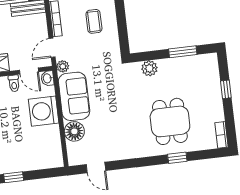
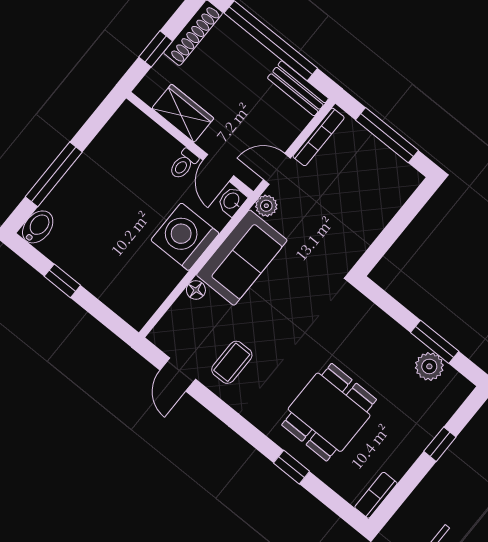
coffee table: (94, 21) -> (232, 362), moved
plant: (149, 68) -> (429, 366), moved
floor lamp: (74, 131) -> (196, 290), width x0.53, depth x0.53

